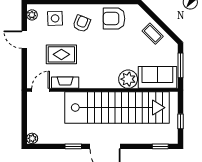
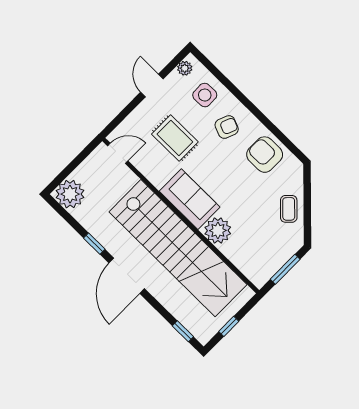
sofa: (157, 77) -> (190, 199), moved
fireplace: (65, 83) -> (150, 171), removed
plant: (32, 138) -> (70, 194), width x1.87, depth x1.87

